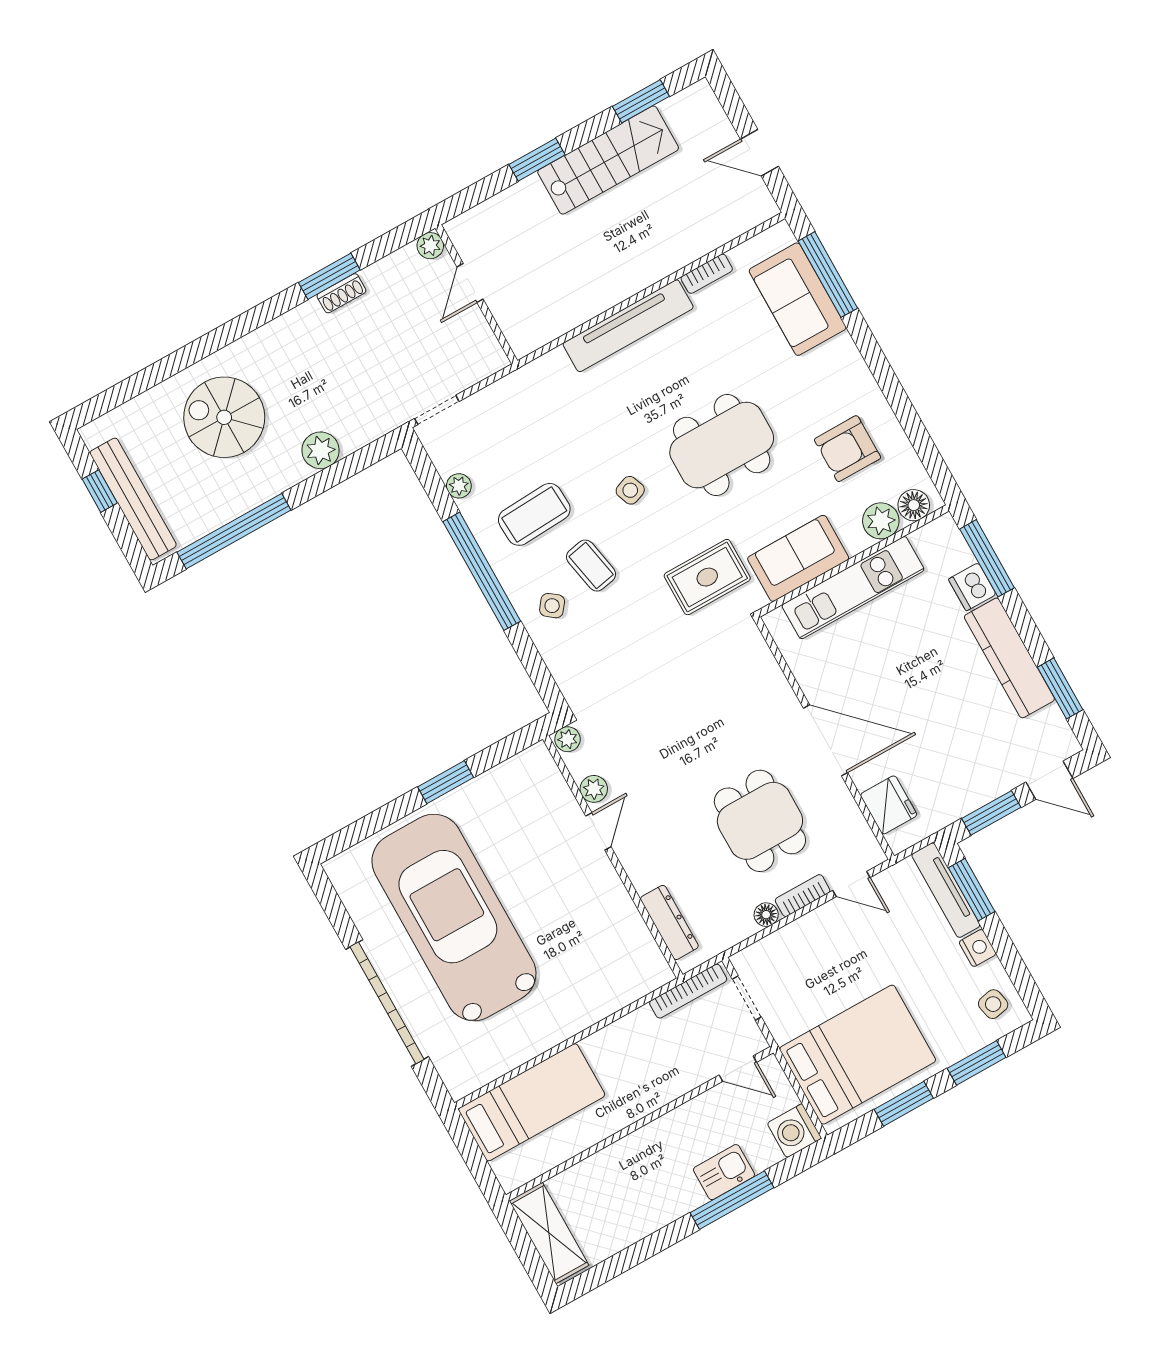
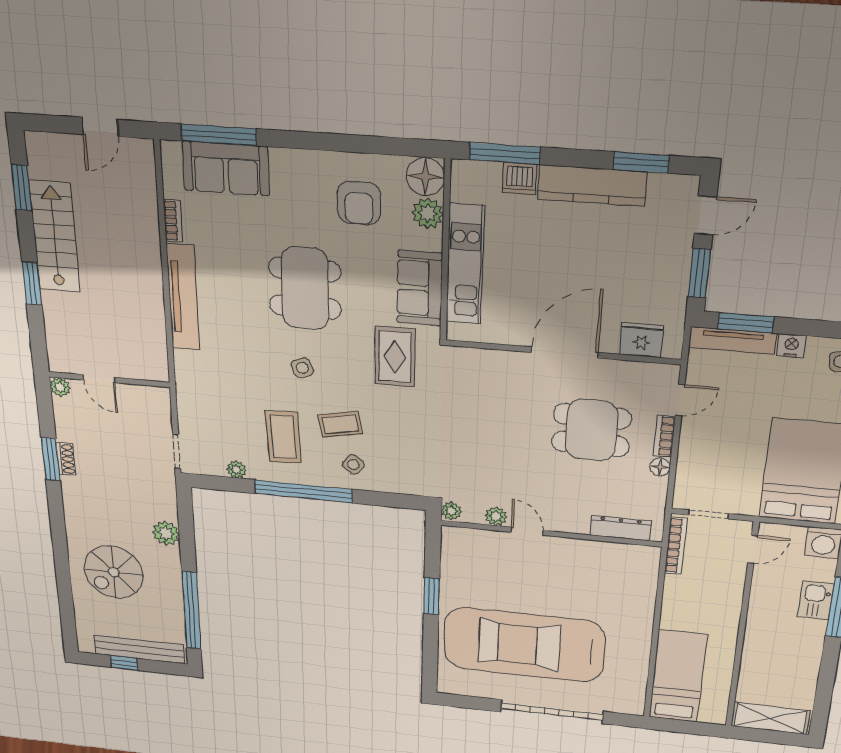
floor lamp: (914, 505) -> (425, 177), width x1.38, depth x1.38

